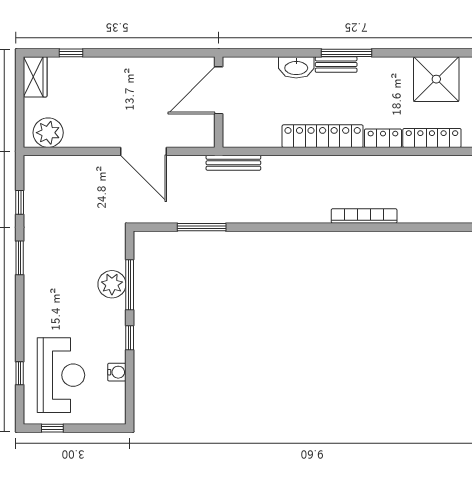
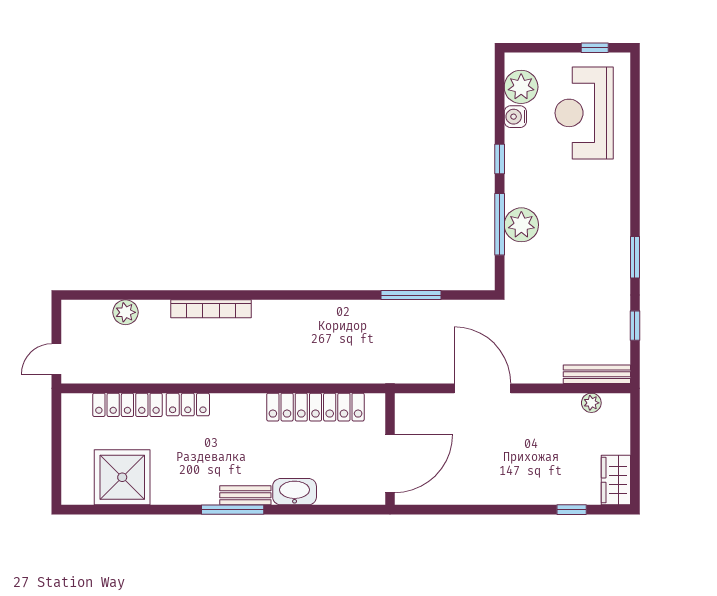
plant: (48, 133) -> (591, 403), width x0.53, depth x0.53
locker: (323, 136) -> (315, 407), moved
bench: (233, 163) -> (597, 374), moved
plant: (434, 213) -> (125, 312), added
window: (20, 373) -> (635, 115), removed
plant: (112, 396) -> (521, 87), added

